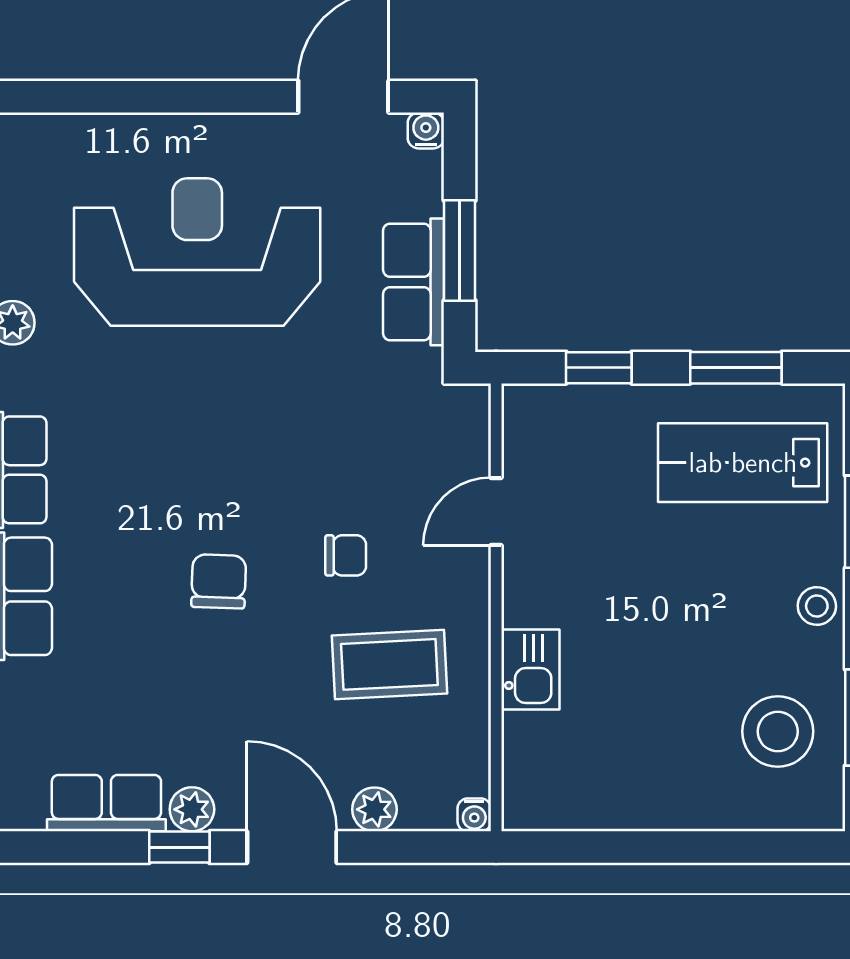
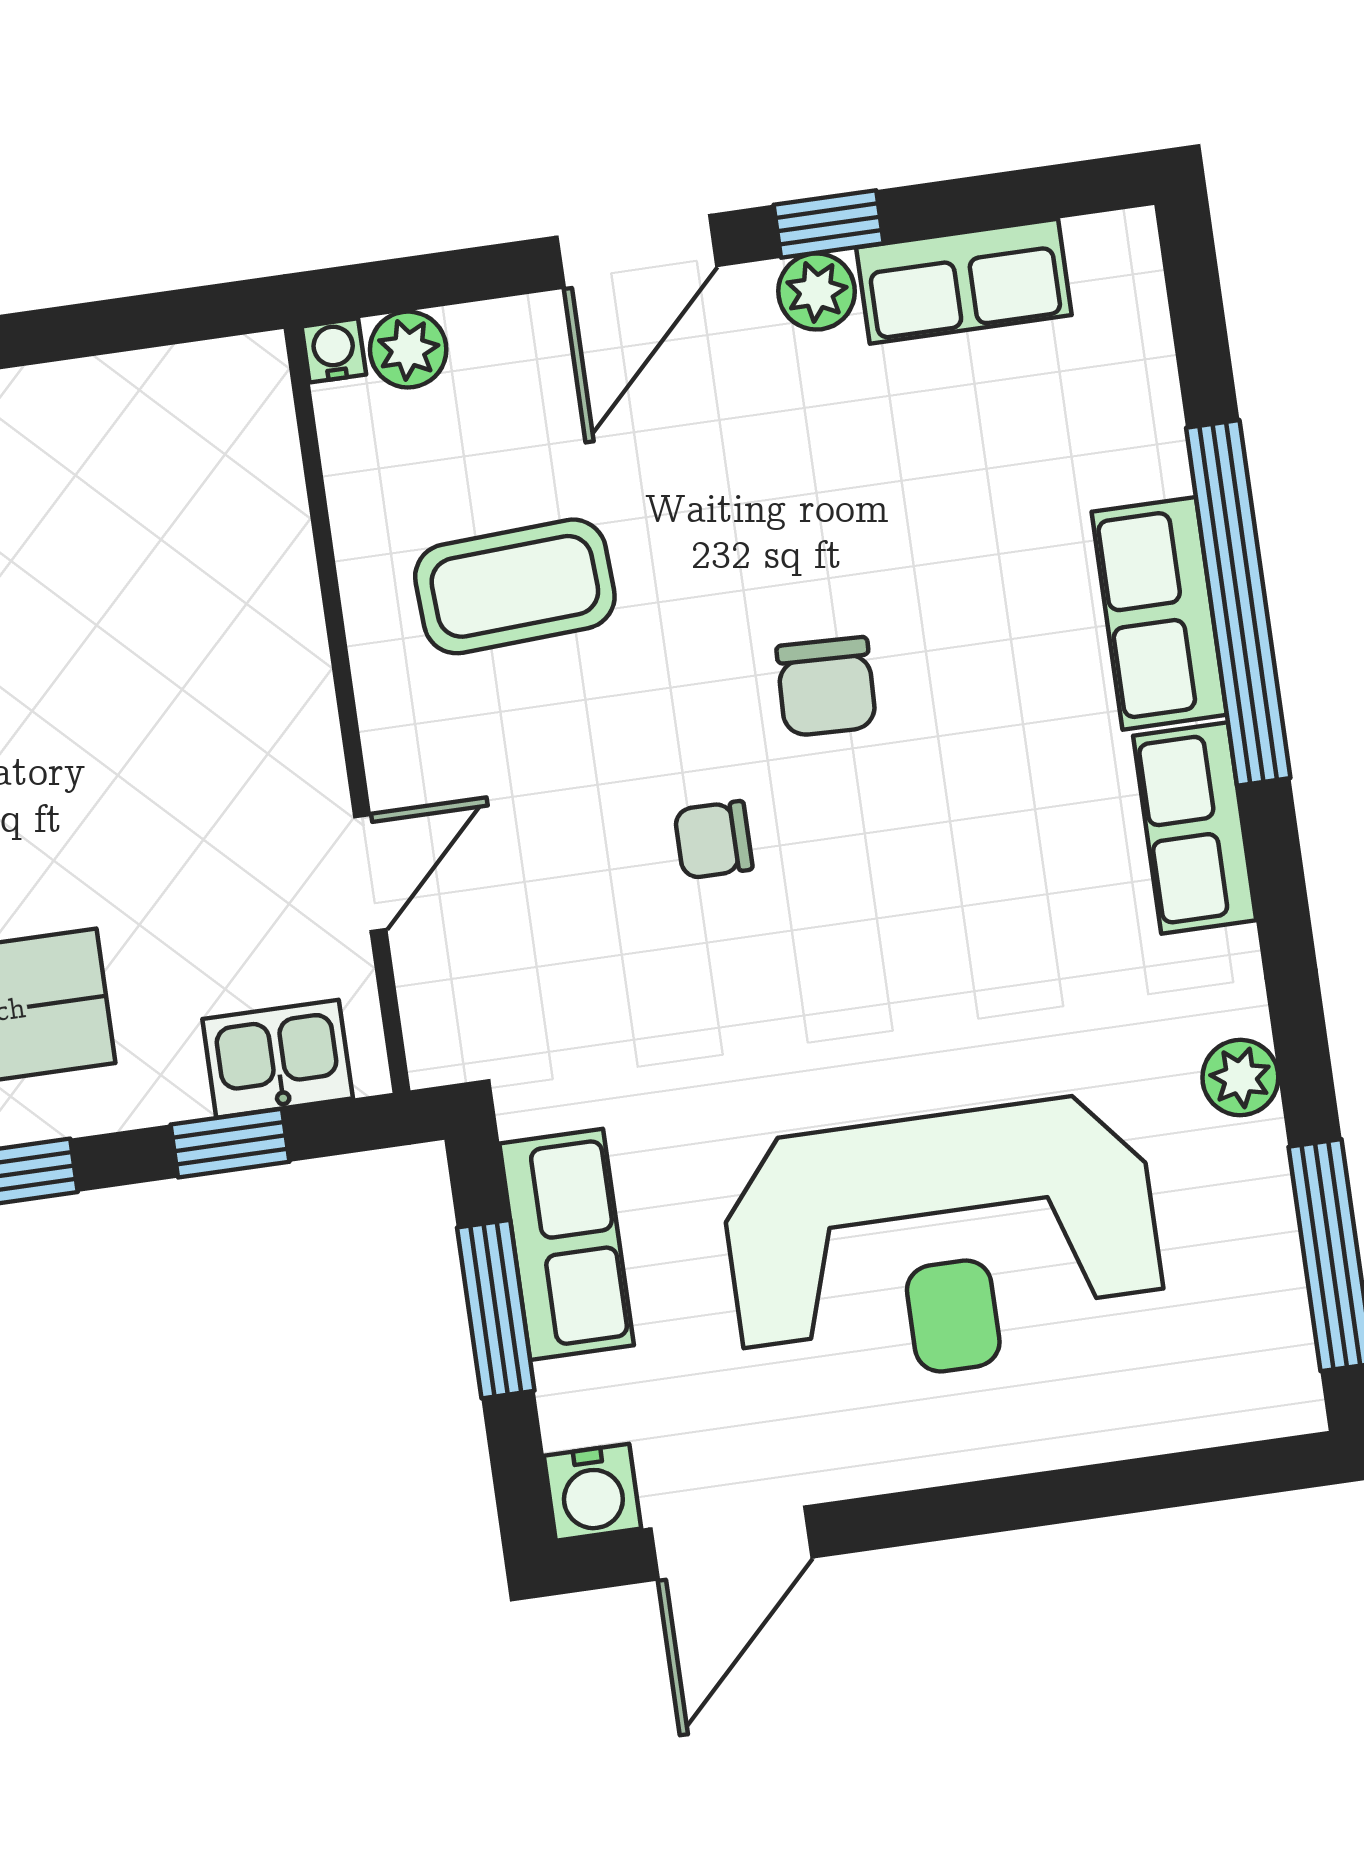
water cooler: (426, 130) -> (592, 1492), width x1.38, depth x1.38
chair: (346, 555) -> (713, 840), moved
kitchen sink: (530, 670) -> (278, 1059), moved, turned 90
plant: (374, 809) -> (408, 350), moved
door: (292, 847) -> (637, 251), hinge flipped

